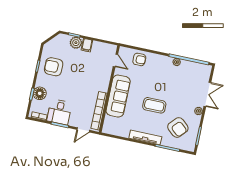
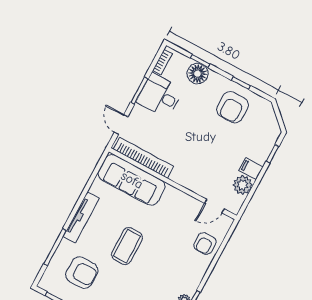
plant: (76, 43) -> (243, 185), moved
armchair: (54, 67) -> (233, 107), turned 180
sofa: (118, 96) -> (132, 180), moved
armchair: (178, 127) -> (82, 273), turned -132

